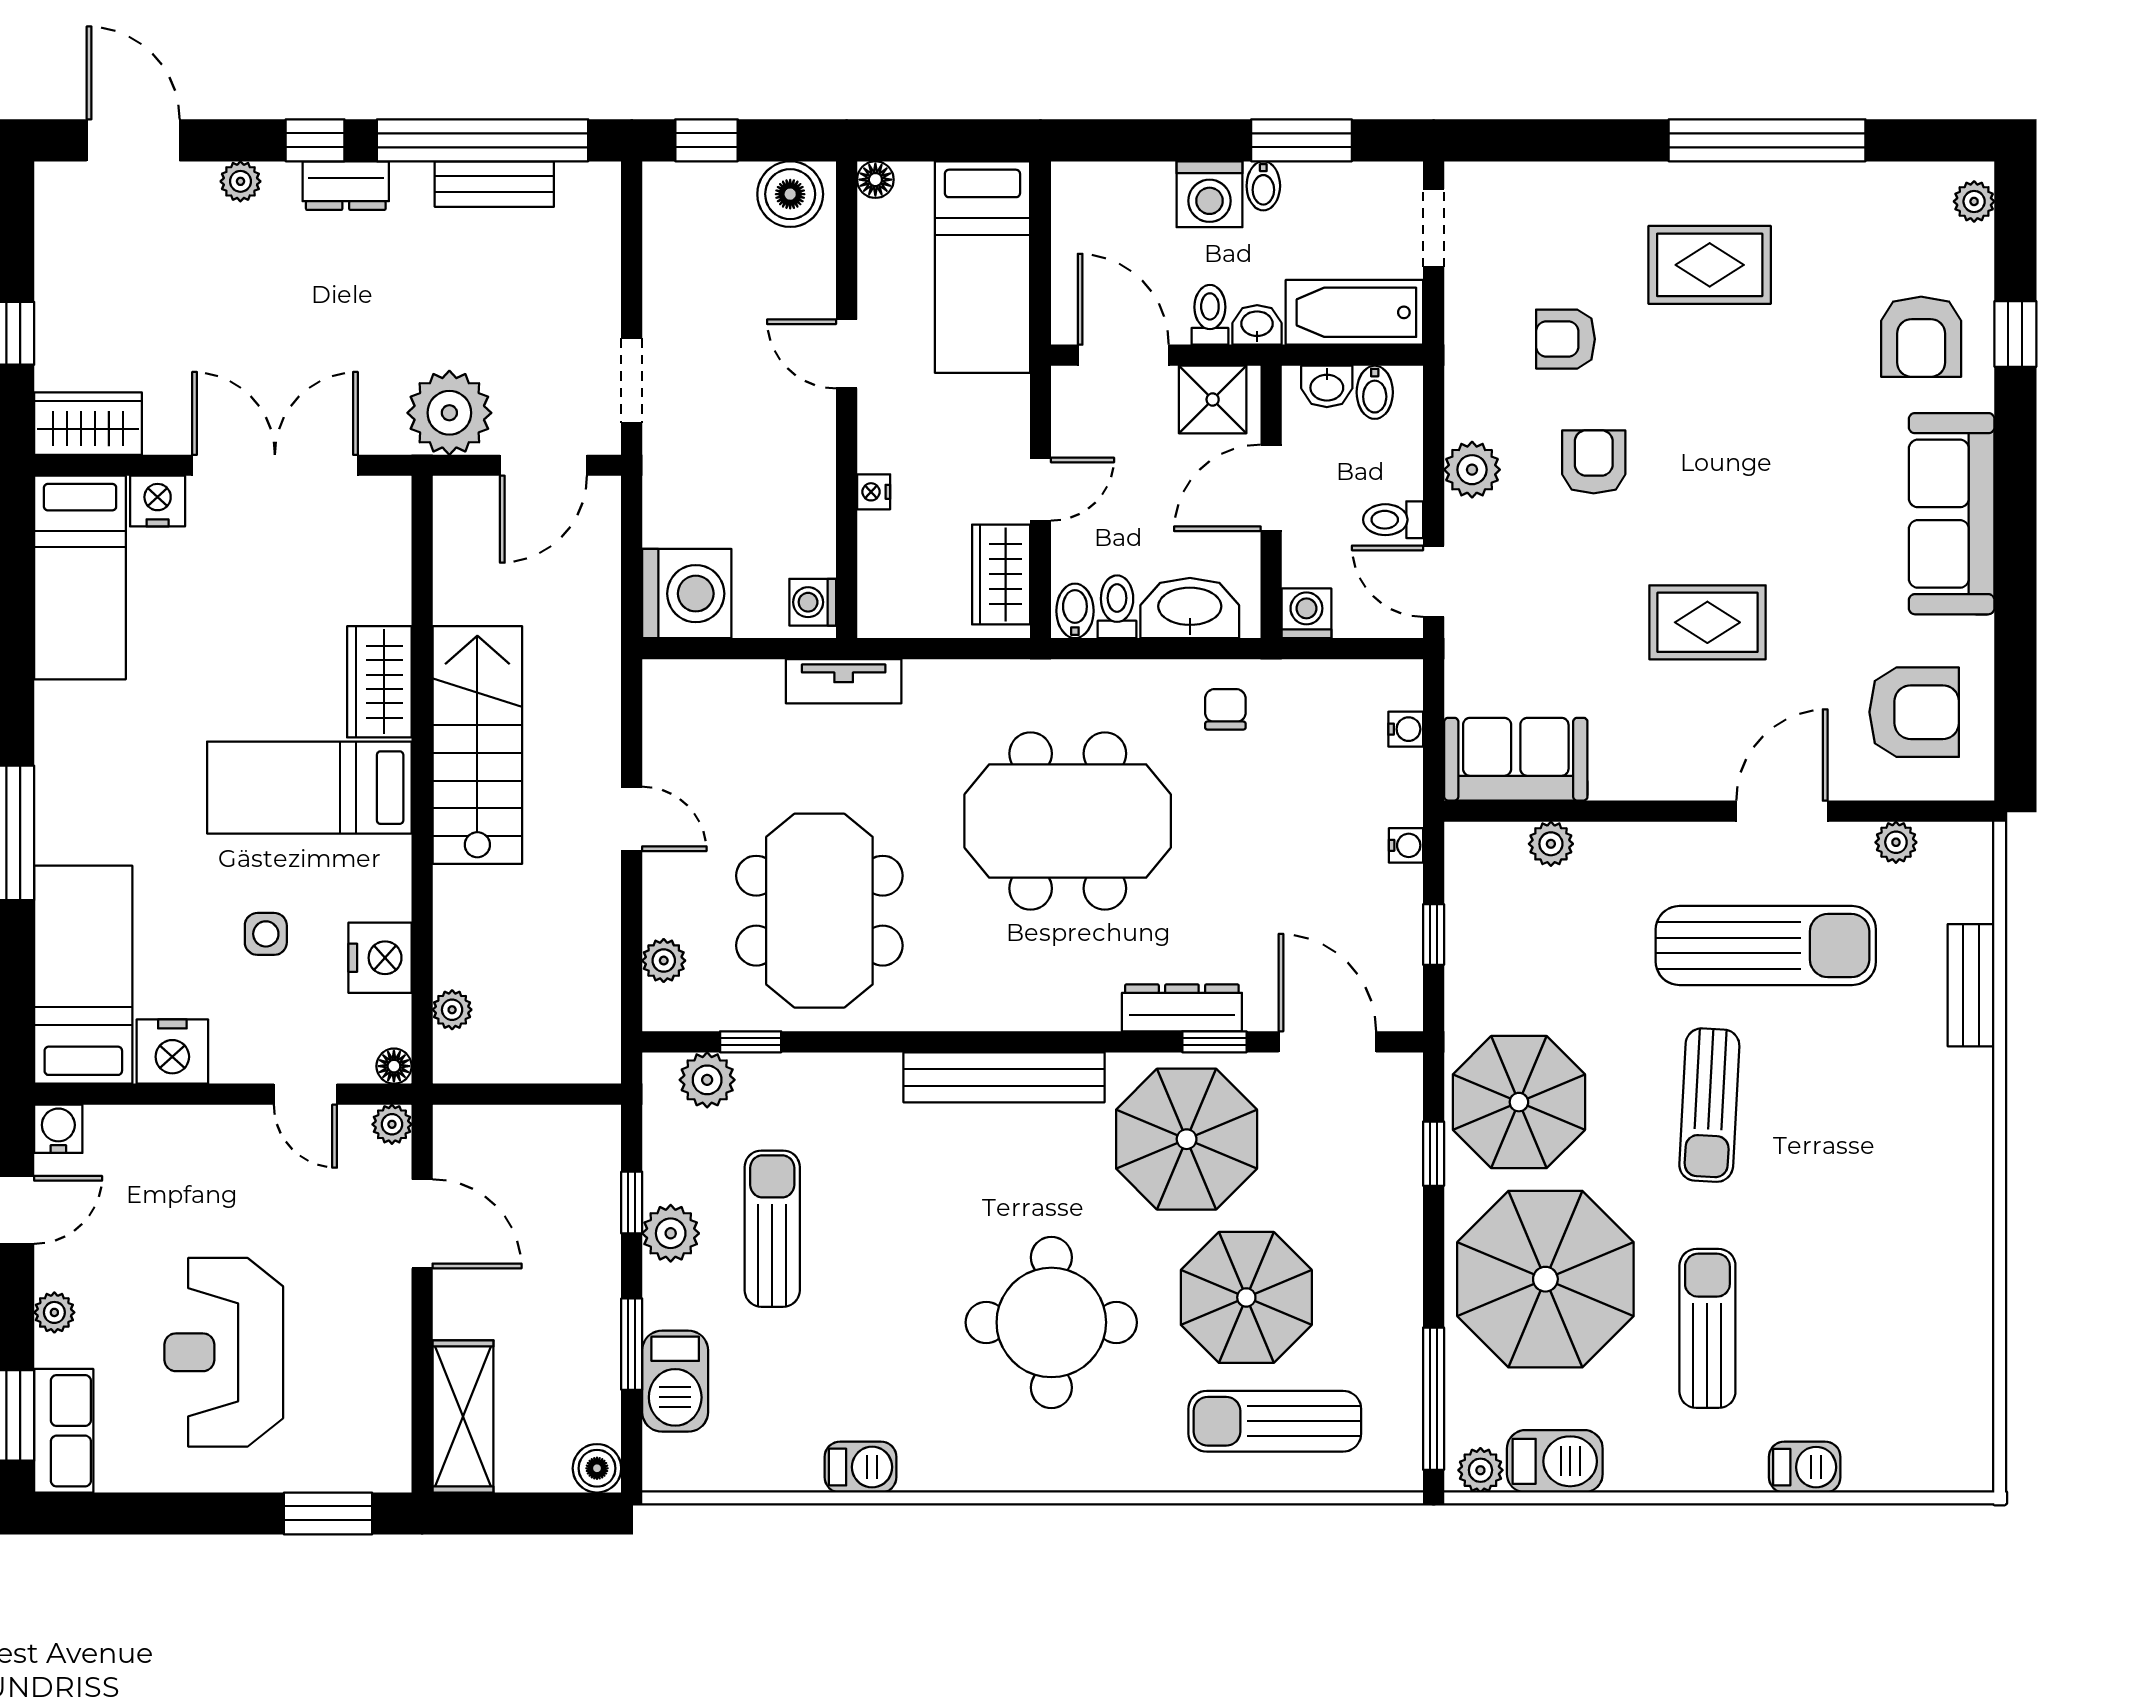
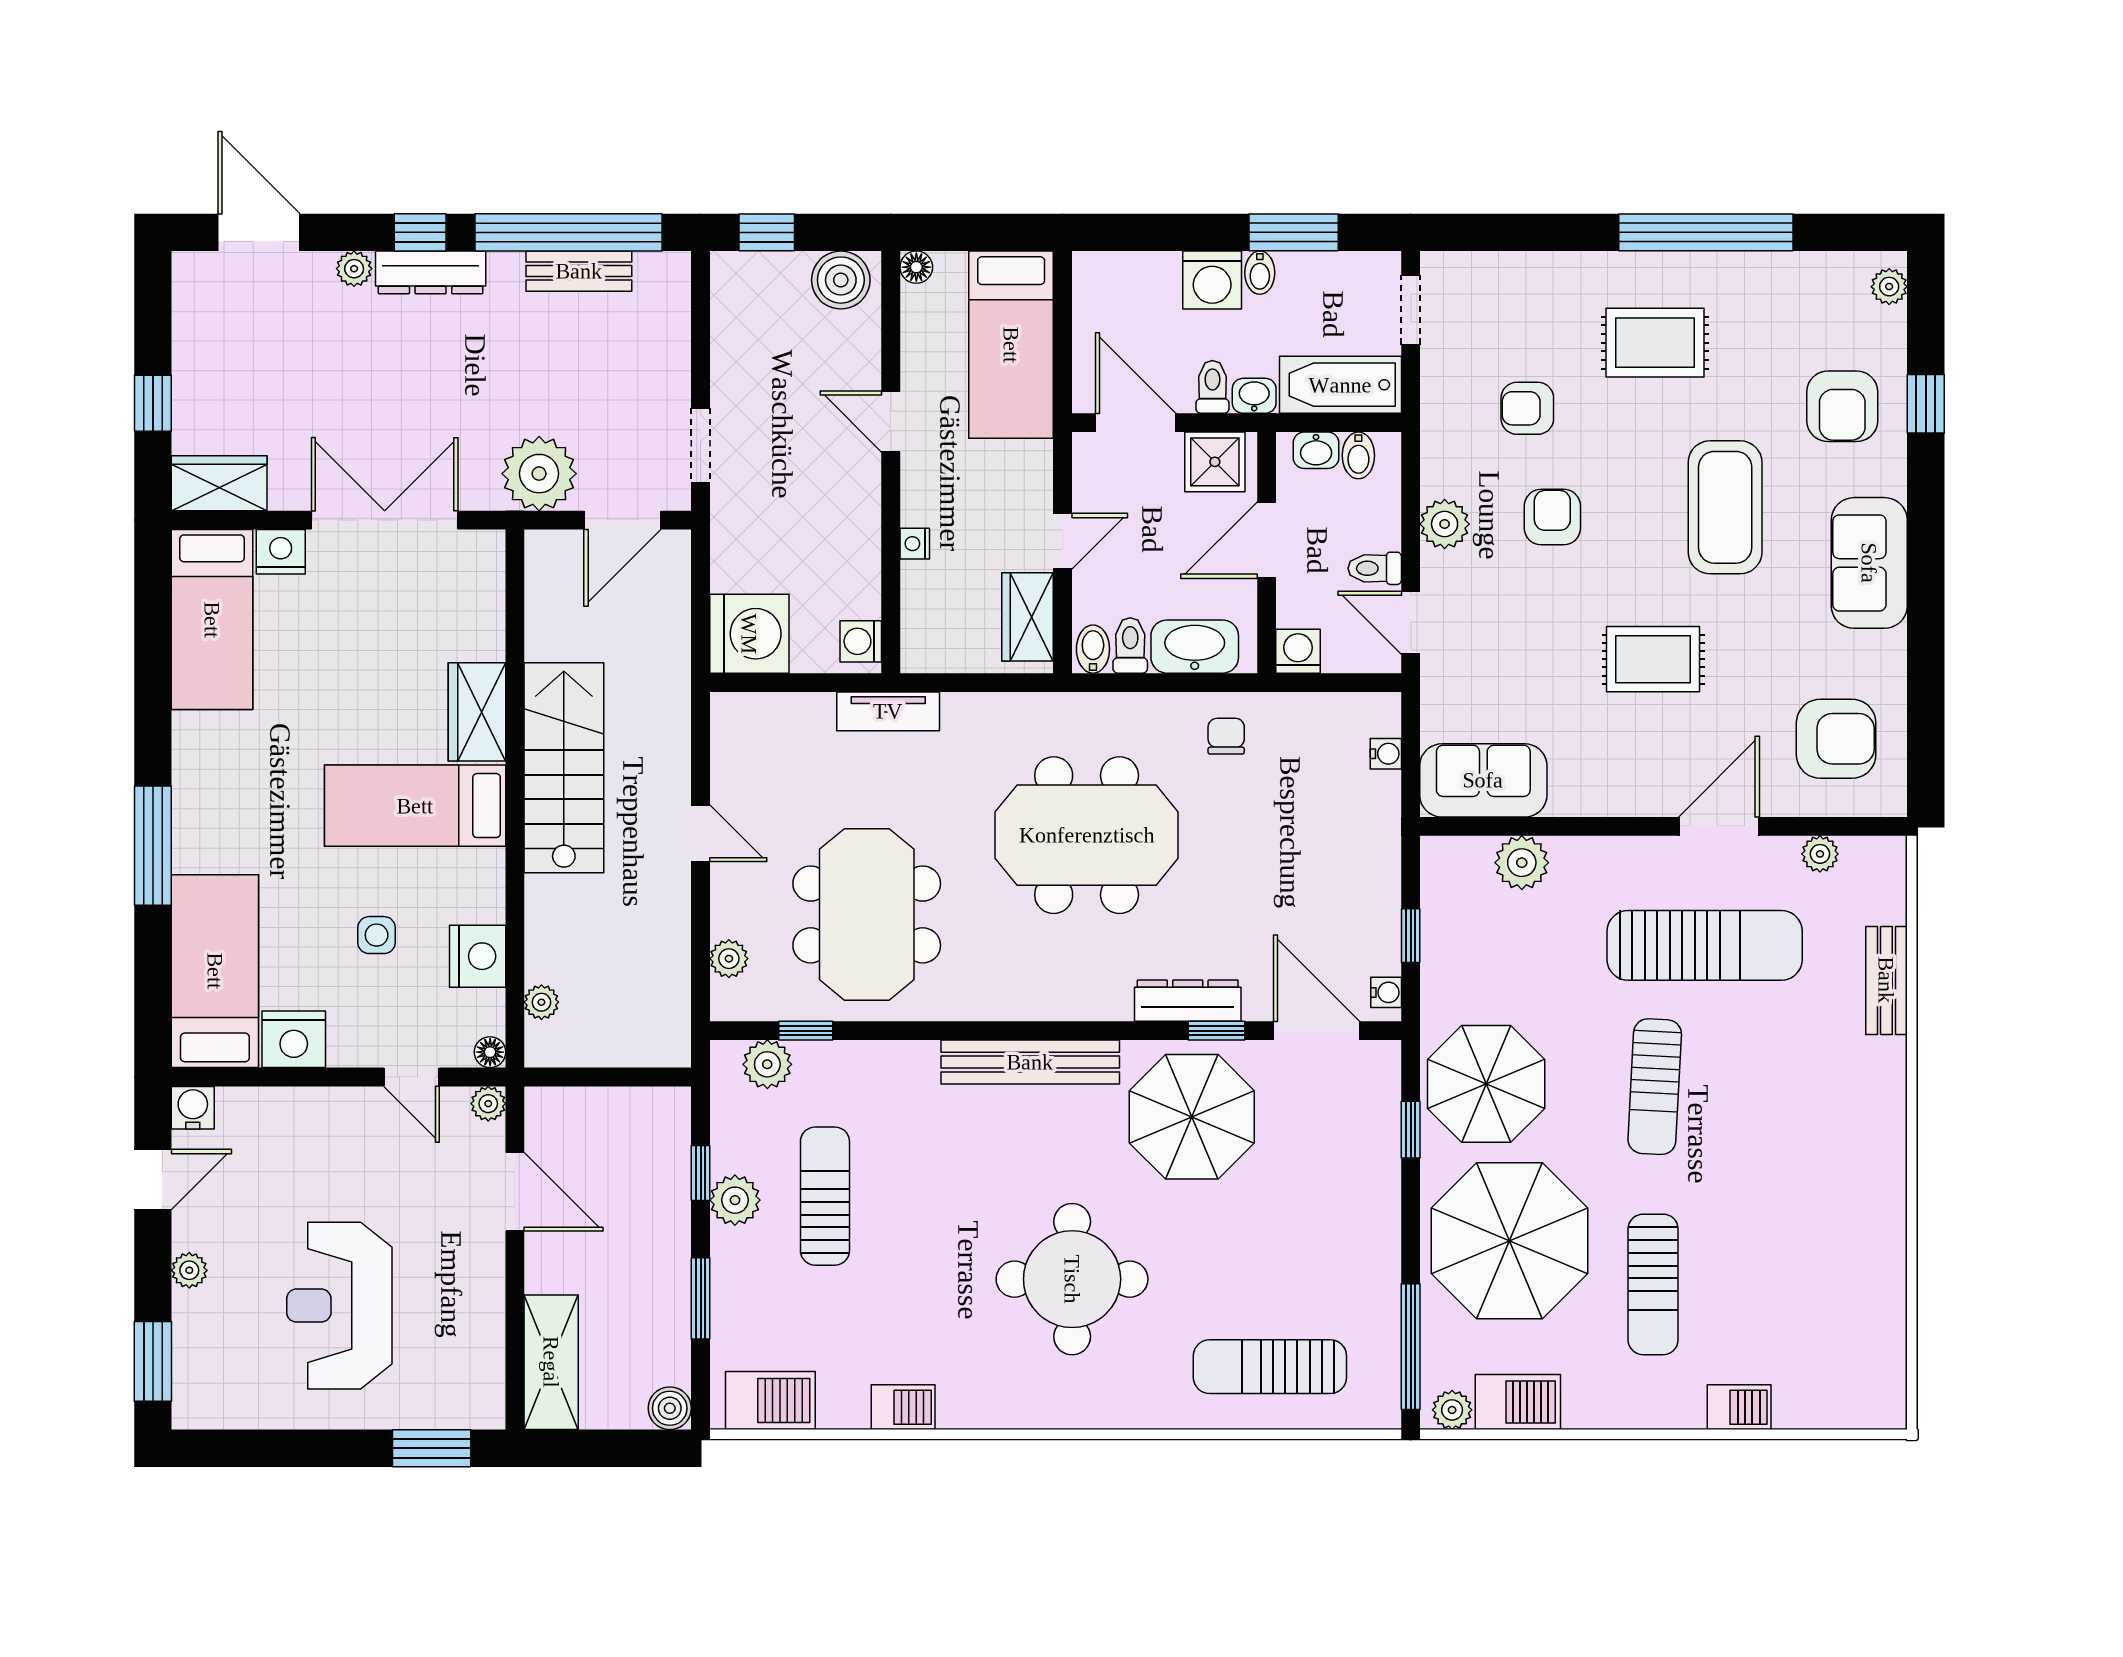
dresser: (346, 186) -> (431, 272), width x1.44
coffee table: (1789, 451) -> (1725, 507), added
sofa: (1952, 514) -> (1869, 563), width x0.73
plant: (1551, 844) -> (1522, 863), width x1.38, depth x1.38
water cooler: (1406, 845) -> (1386, 992), moved
parasol: (1246, 1297) -> (1245, 1257), removed
sun lounger: (1707, 1328) -> (1653, 1284), turned 180
barbecue: (675, 1381) -> (770, 1401), moved, turned -90
row of seats: (64, 1431) -> (198, 1375), removed

